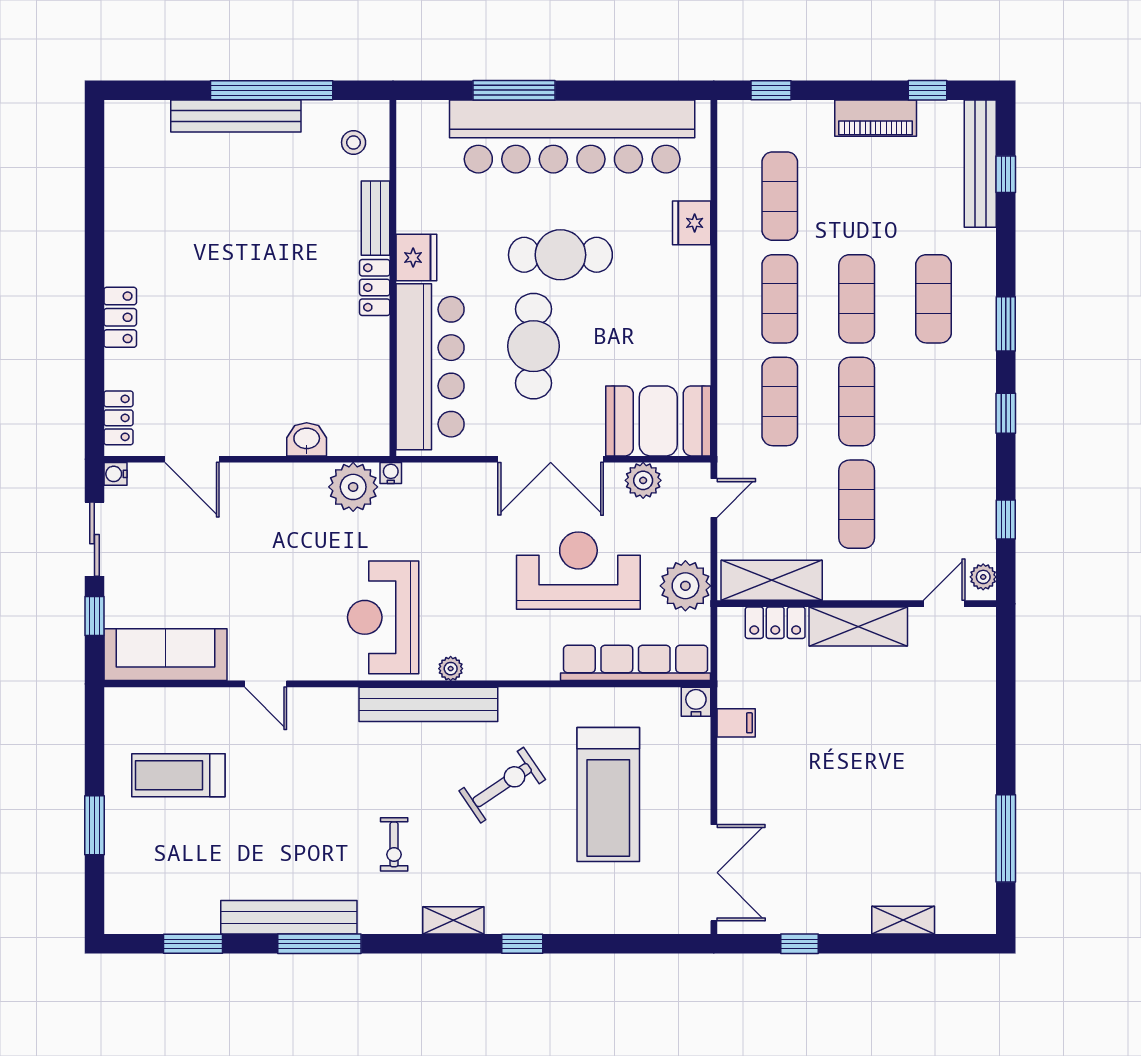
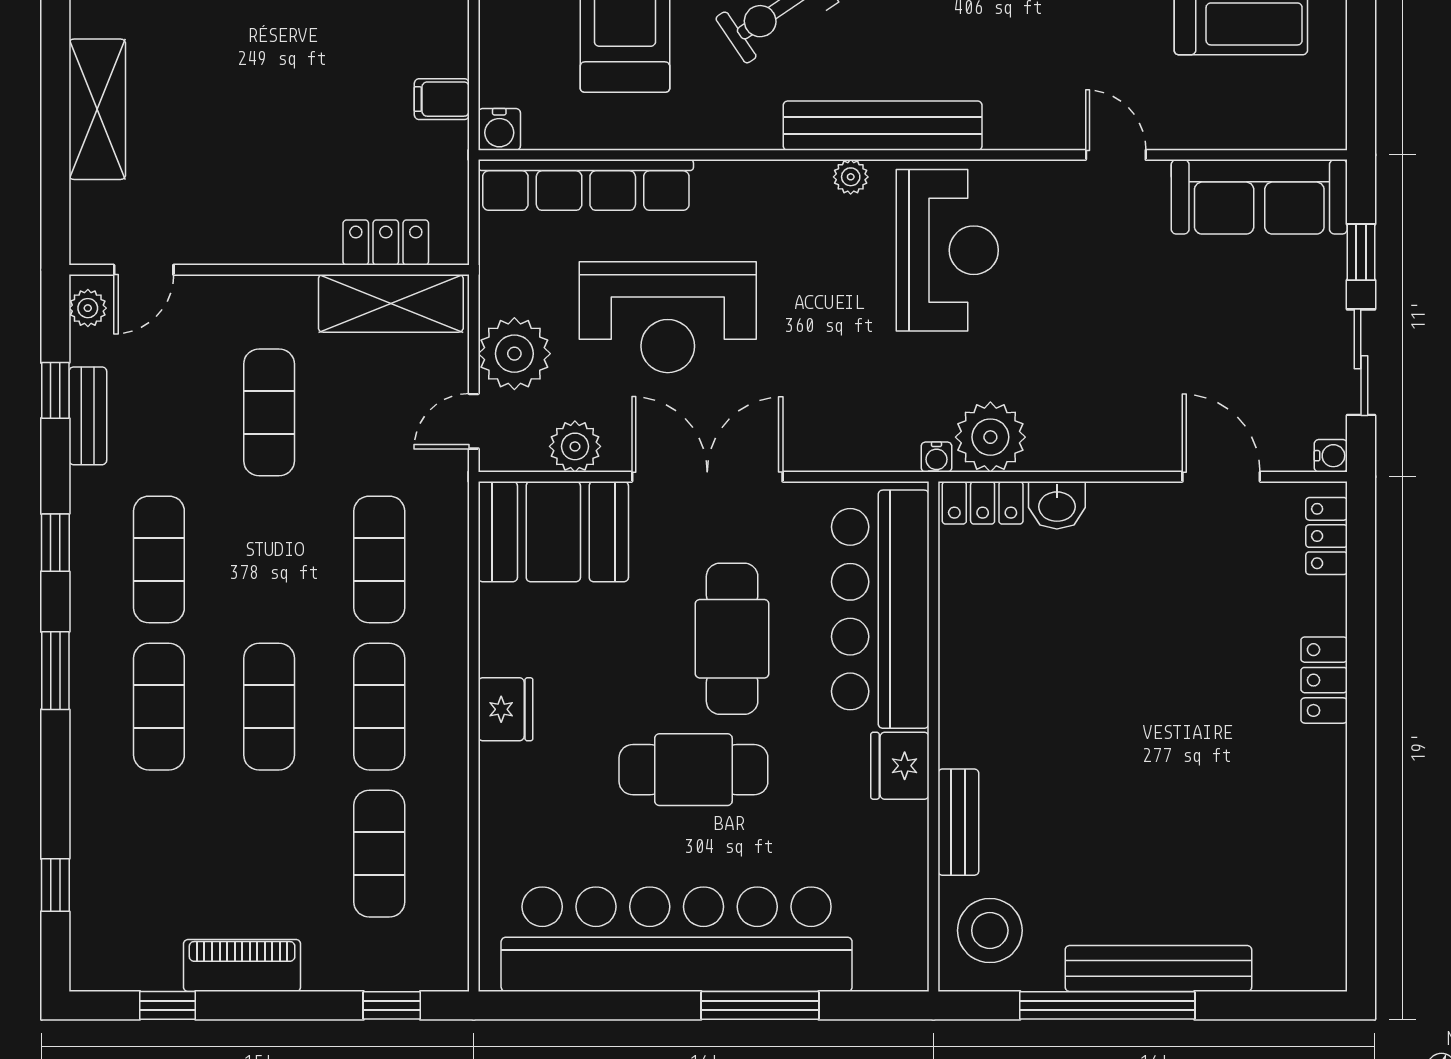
stool: (354, 142) -> (990, 930), width x1.89, depth x1.89
bench: (980, 164) -> (88, 416), moved, width x0.54, depth x0.82
fridge: (692, 223) -> (506, 709), moved
locker: (375, 287) -> (983, 503), moved, turned 90
exercise mat: (857, 401) -> (159, 559), moved
plant: (685, 586) -> (514, 354), moved
shelving: (858, 626) -> (97, 109), moved, turned 90

